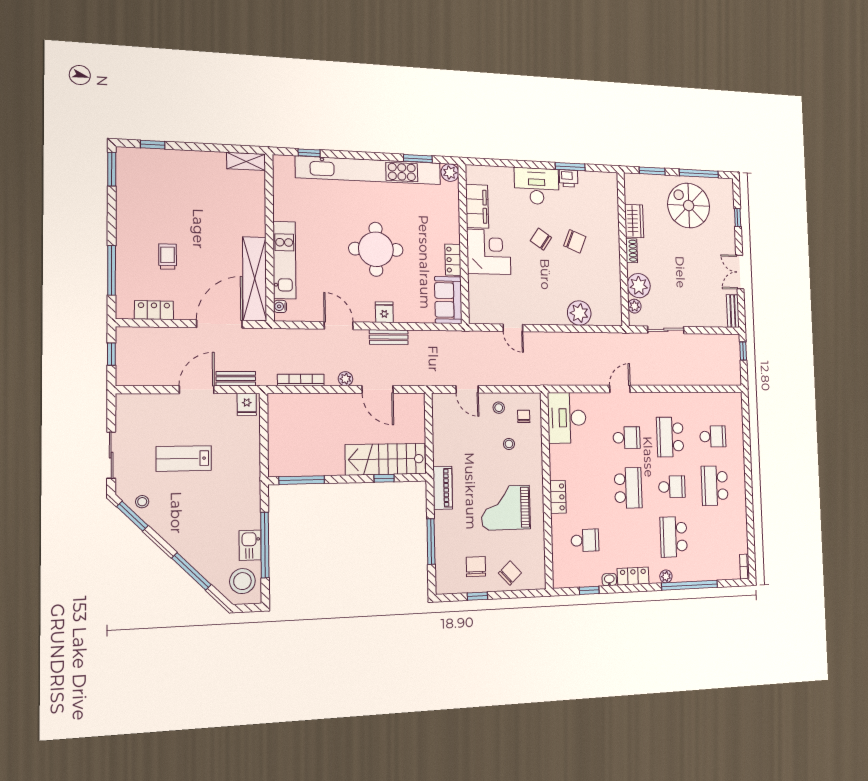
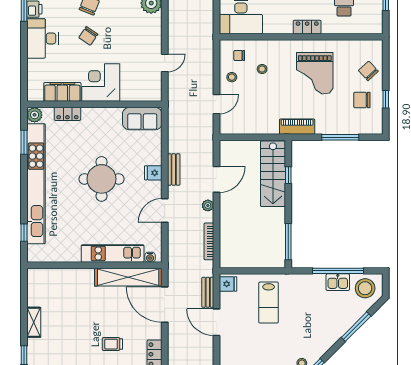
shelving: (246, 161) -> (34, 322), moved
locker: (453, 260) -> (67, 114), moved
lab bench: (184, 458) -> (269, 303), moved

